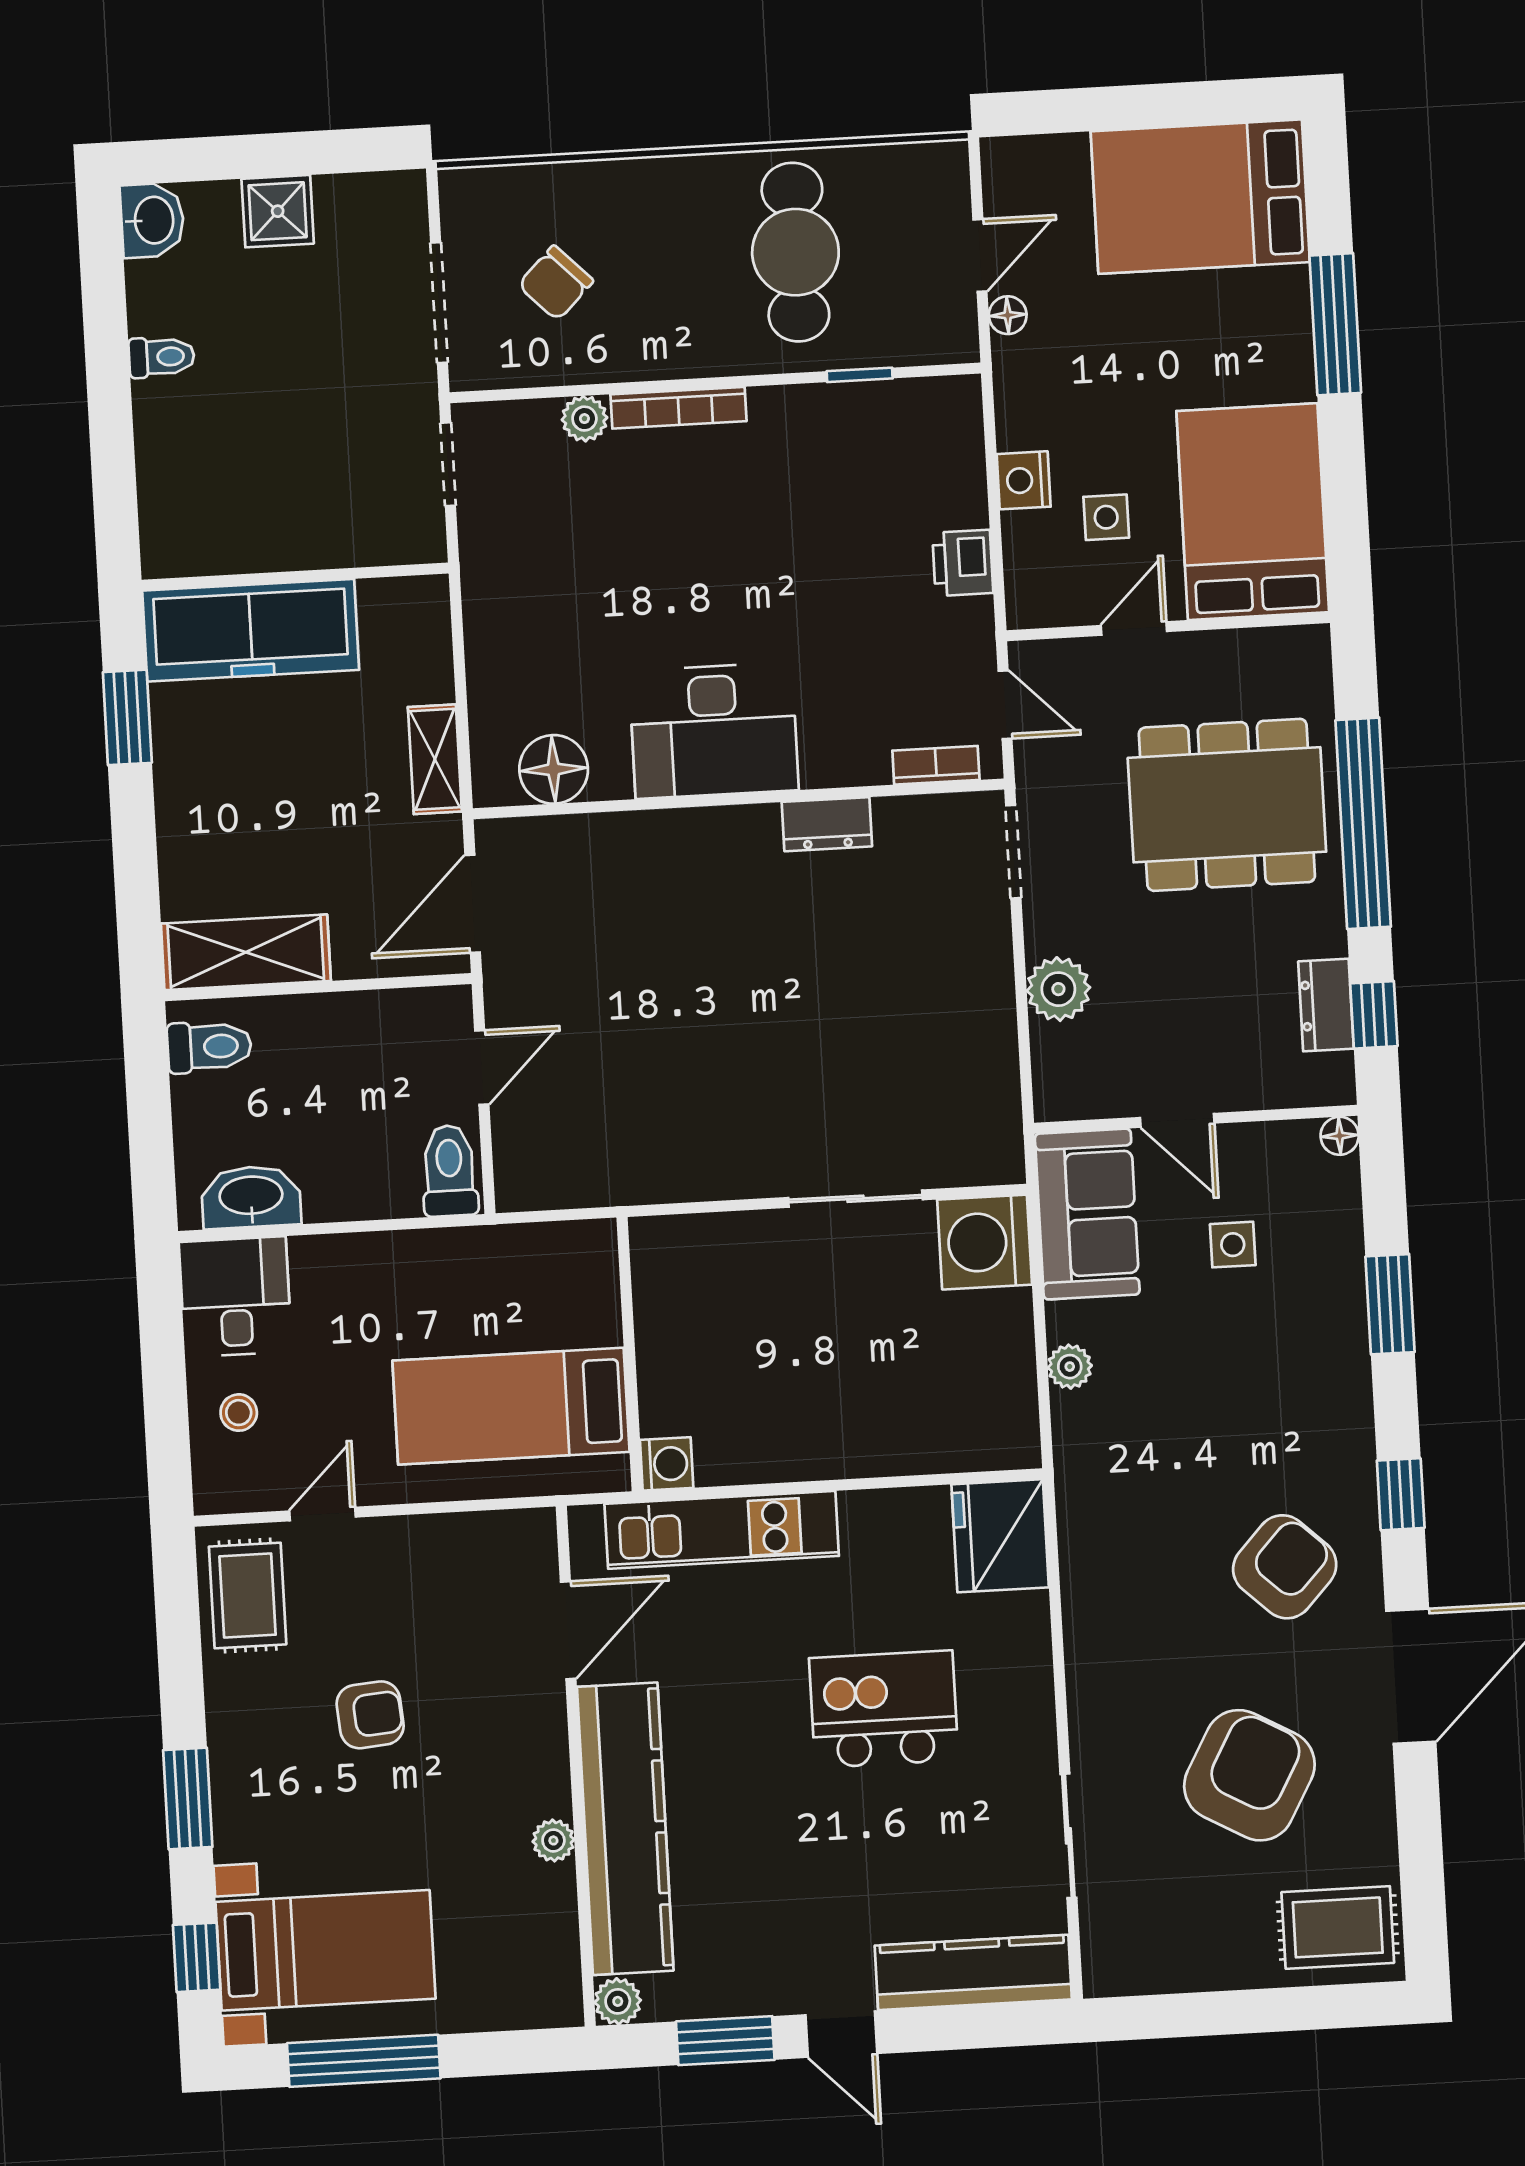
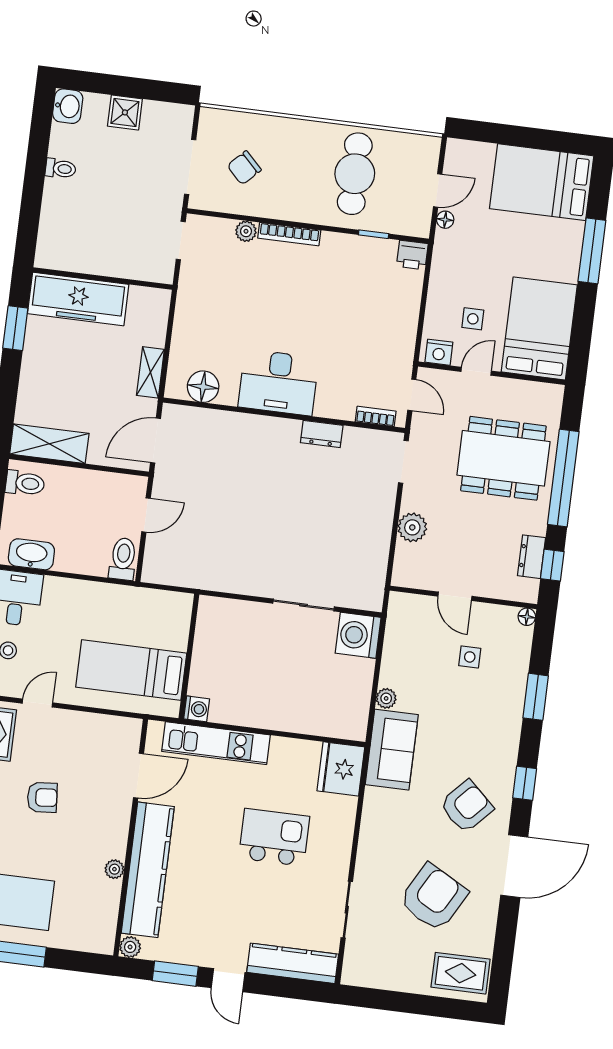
nightstand: (1024, 480) -> (439, 352), moved, turned -90
printer: (963, 563) -> (412, 255), moved, turned -90
sofa: (1087, 1214) -> (392, 750), moved

